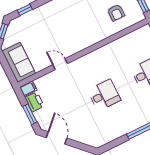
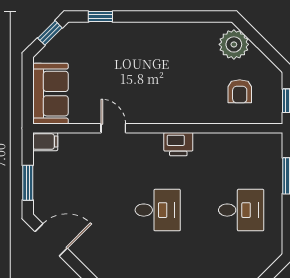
printer: (34, 102) -> (178, 144), moved, turned 90
door: (57, 138) -> (51, 240), hinge flipped

